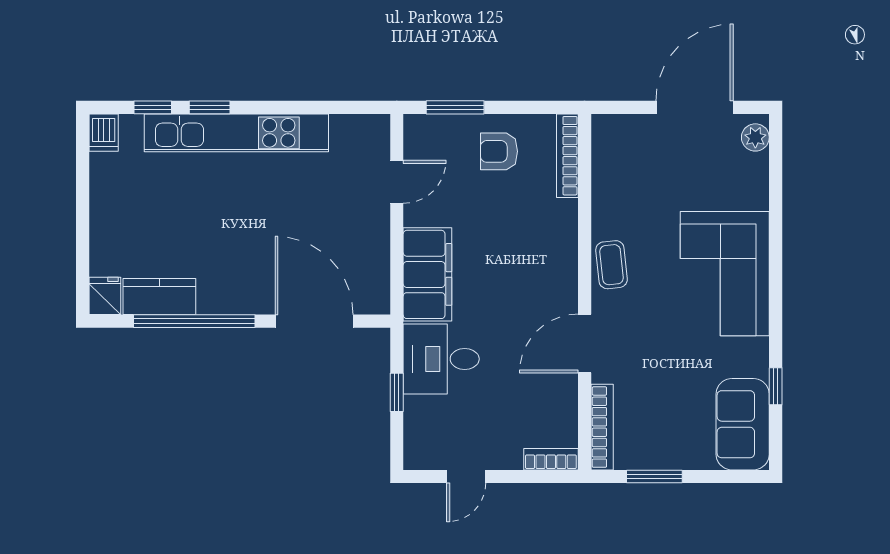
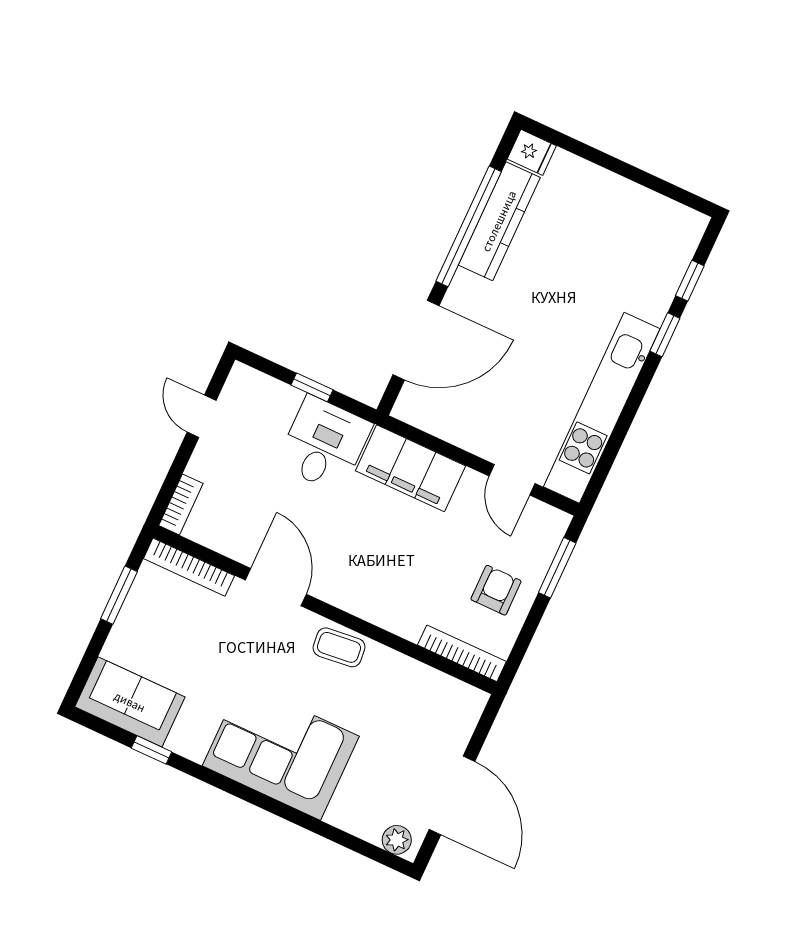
dishwasher: (104, 133) -> (687, 223), removed
kitchen unit: (236, 133) -> (602, 408), moved
kitchen counter: (159, 296) -> (499, 221), width x1.50

